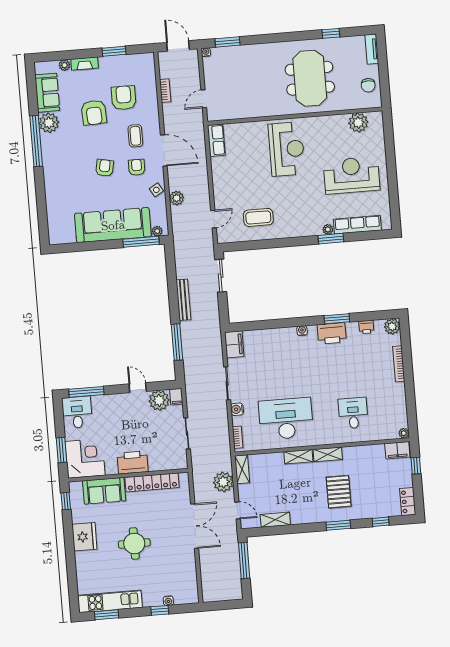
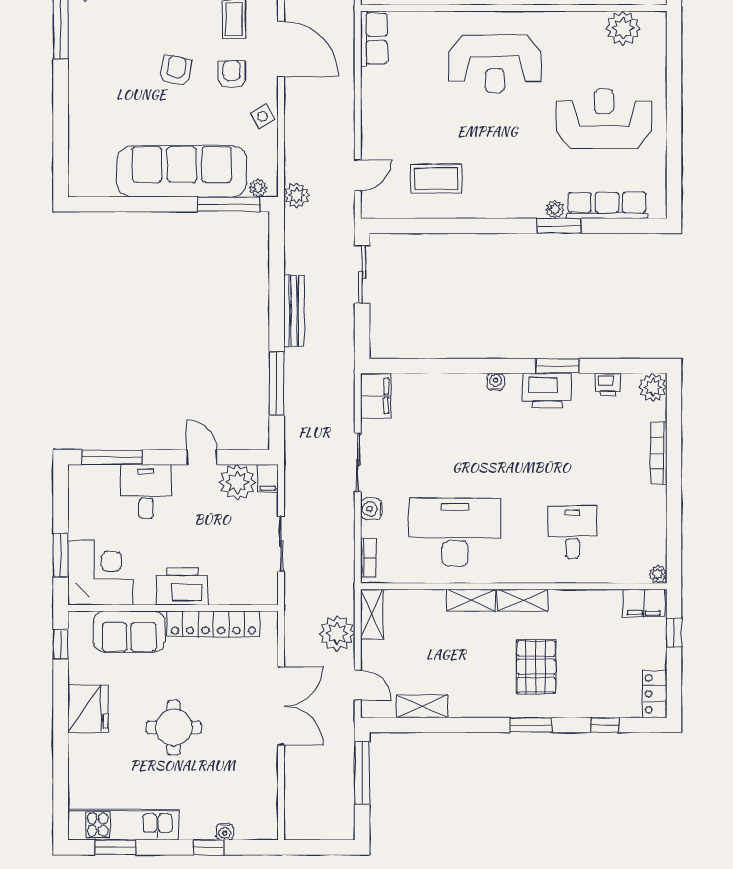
reception desk: (287, 149) -> (495, 64), turned 90
plant: (177, 198) -> (297, 195), moved
desk: (77, 412) -> (146, 492), moved

